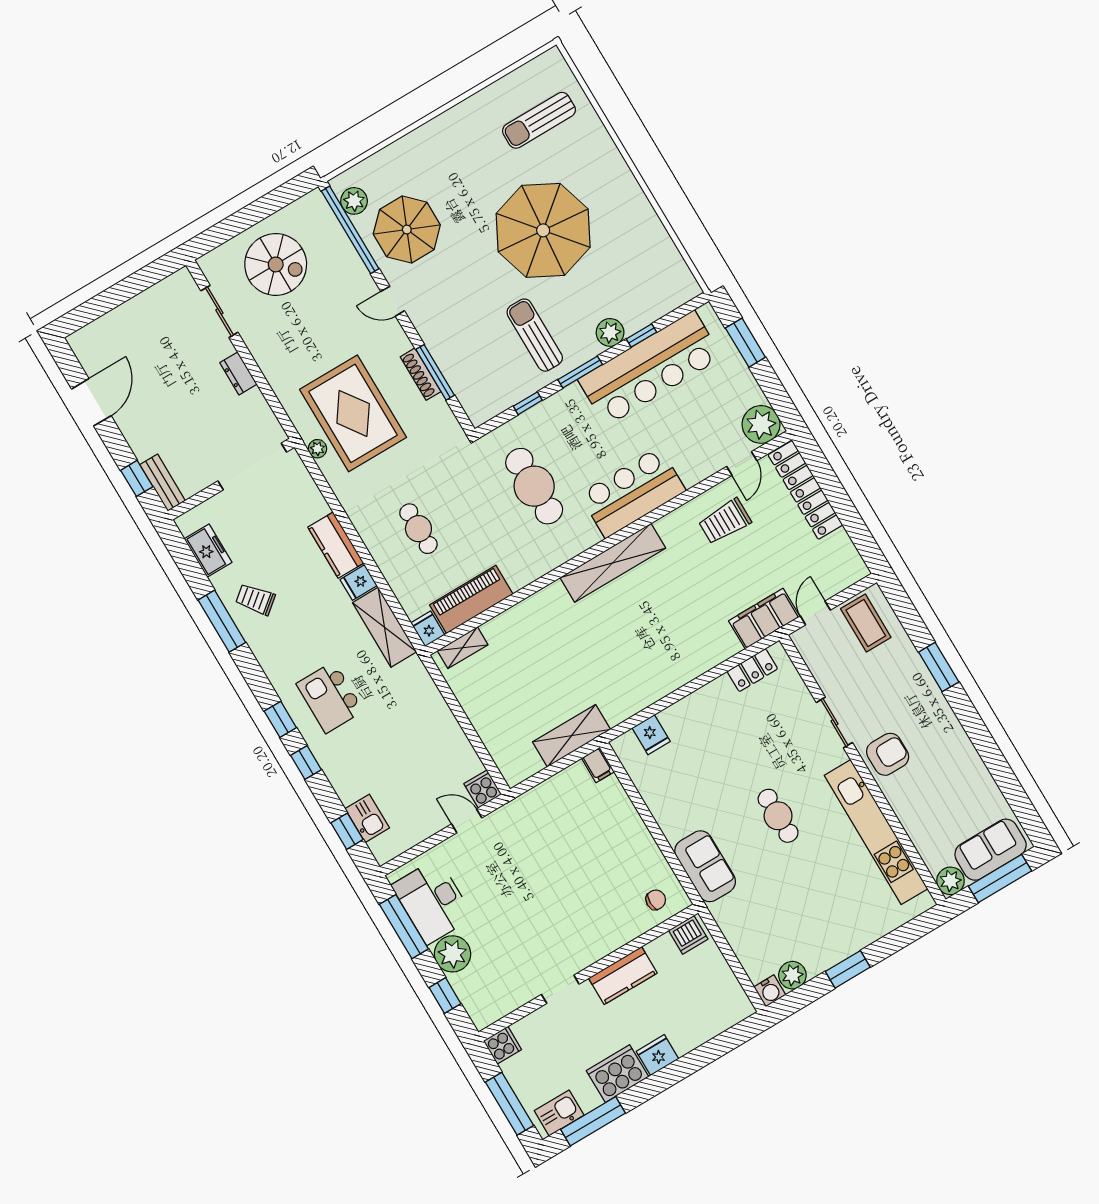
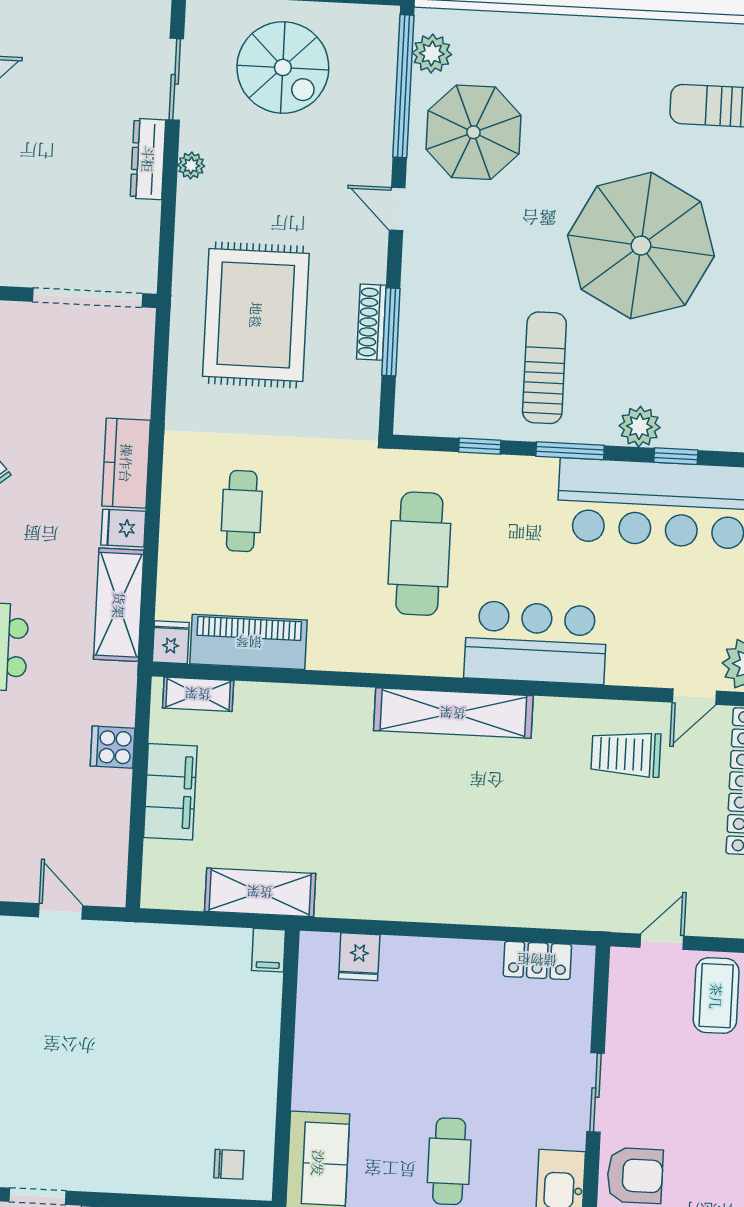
dresser: (238, 373) -> (148, 159), width x1.44
plant: (317, 449) -> (191, 166), moved
filing cabinet: (764, 619) -> (170, 792), moved, turned 90
cooker: (483, 789) -> (113, 747), moved, turned -90

